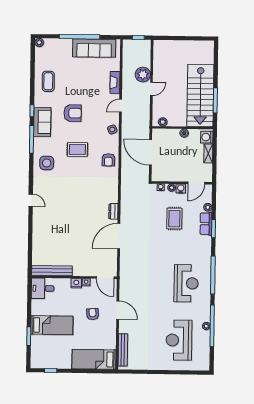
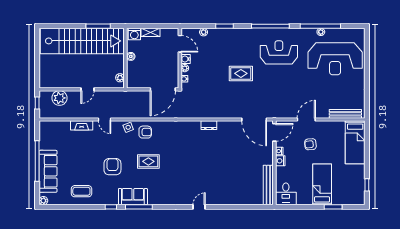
sofa: (94, 48) -> (48, 171), moved
plant: (143, 75) -> (59, 98), moved
door: (151, 89) -> (88, 89), swing flipped
stairs: (200, 96) -> (82, 41), width x1.36
sofa: (42, 122) -> (133, 197), moved
rug: (77, 150) -> (148, 161), turned 90
door: (151, 152) -> (163, 89), moved
armchair: (108, 160) -> (145, 132), moved
side table: (47, 163) -> (162, 192), removed
rug: (174, 219) -> (241, 73), moved
row of seats: (206, 224) -> (220, 34), removed
door: (119, 236) -> (254, 120), moved
reception desk: (179, 340) -> (335, 59), width x1.36, depth x1.30

